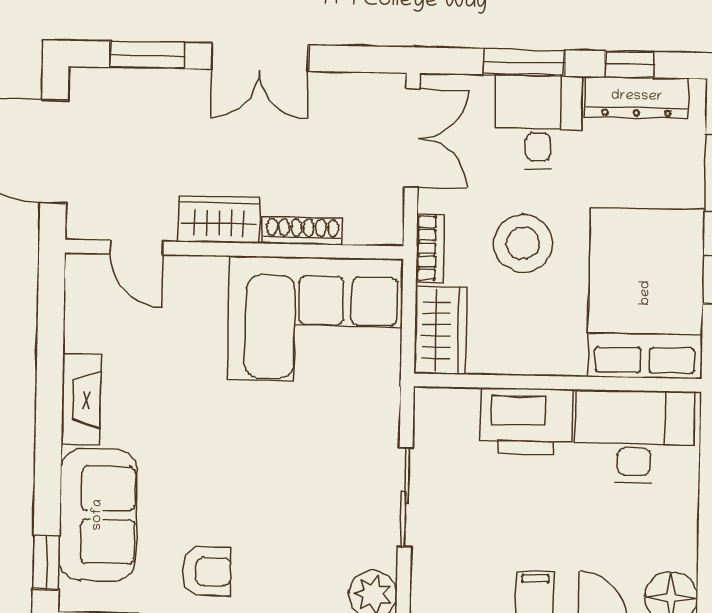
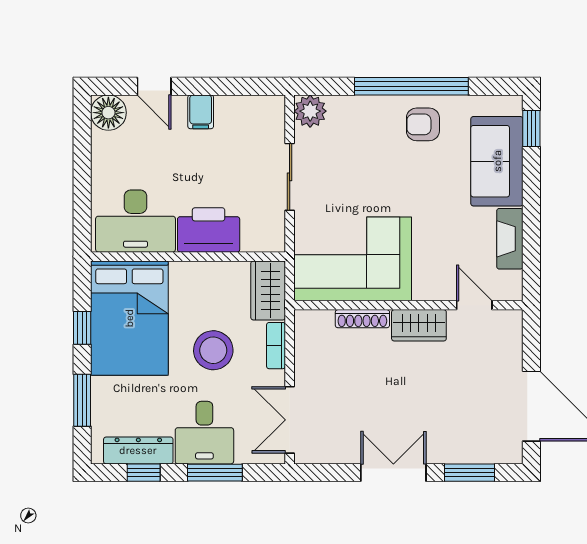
wardrobe: (219, 219) -> (419, 325), moved
shoe rack: (302, 231) -> (362, 319), moved
door: (137, 248) -> (474, 305), moved
wall: (234, 249) -> (408, 305), moved
corner sofa: (315, 319) -> (353, 259), moved

